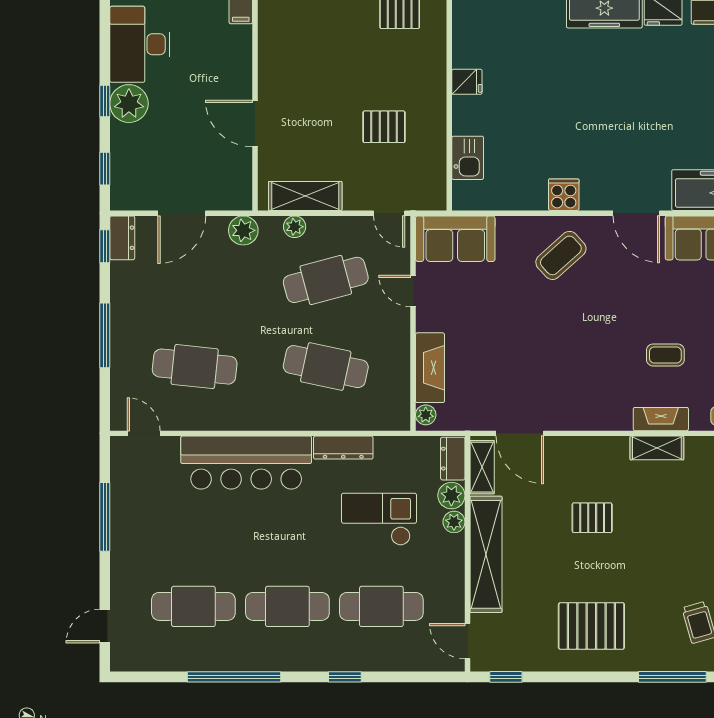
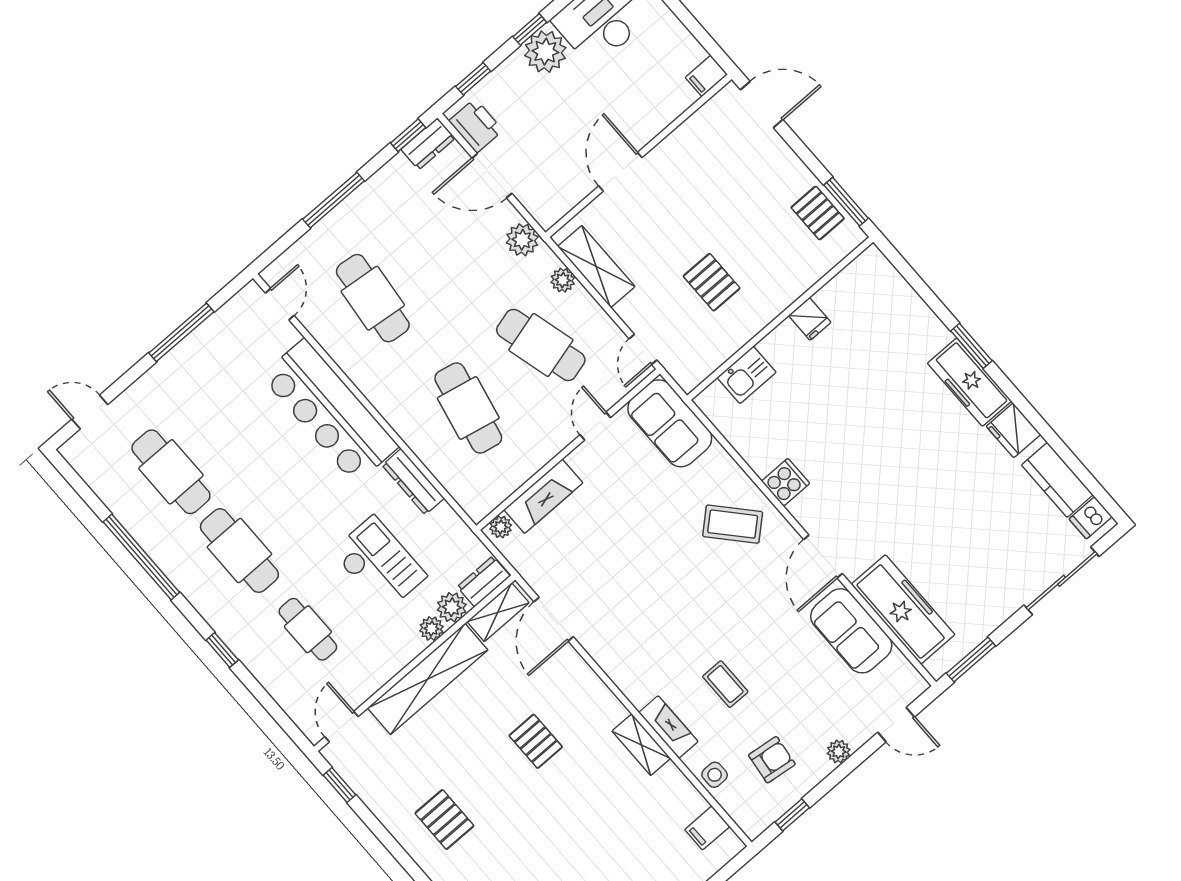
printer: (138, 195) -> (476, 126), added
cafe table: (381, 606) -> (308, 629), width x0.73, depth x0.74
pallet: (591, 626) -> (444, 819), width x0.67, depth x0.71

